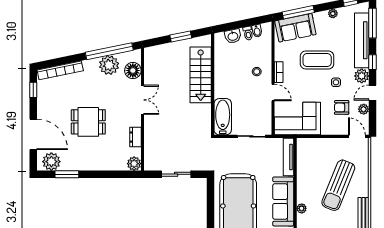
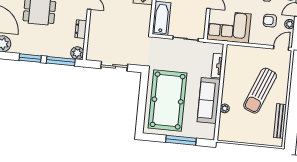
door: (357, 136) -> (281, 48), hinge flipped
tv unit: (289, 157) -> (217, 66), width x0.71
window: (67, 174) -> (30, 58), moved
window: (117, 174) -> (61, 61), added

